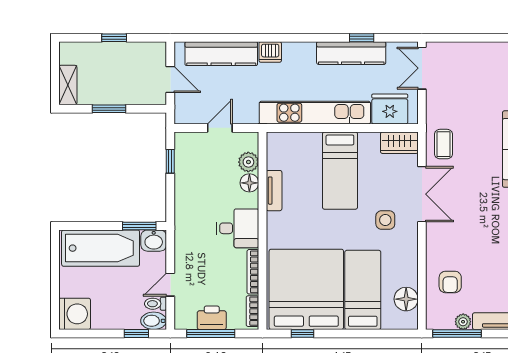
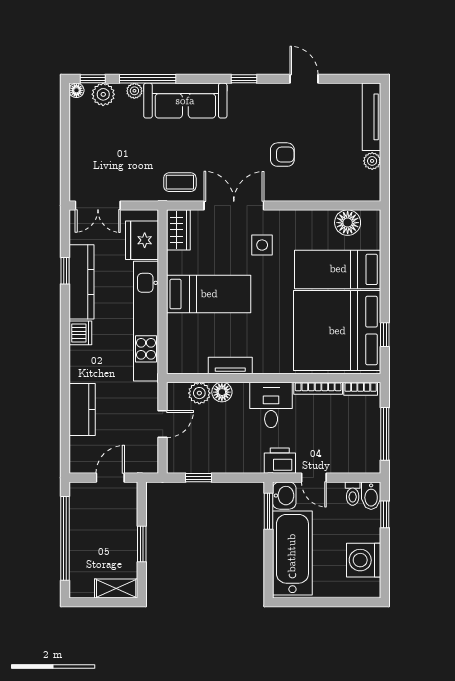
window: (114, 38) -> (65, 538), width x3.17
dishwasher: (270, 52) -> (80, 333), moved
kitchen counter: (221, 54) -> (82, 409), width x0.67
door: (220, 128) -> (163, 424), swing flipped
armchair: (450, 282) -> (282, 155), moved
door: (170, 285) -> (314, 478), moved
washing machine: (75, 314) -> (364, 560), moved, turned -90
printer: (212, 318) -> (280, 461), moved, turned 90
window: (457, 333) -> (385, 168), removed

